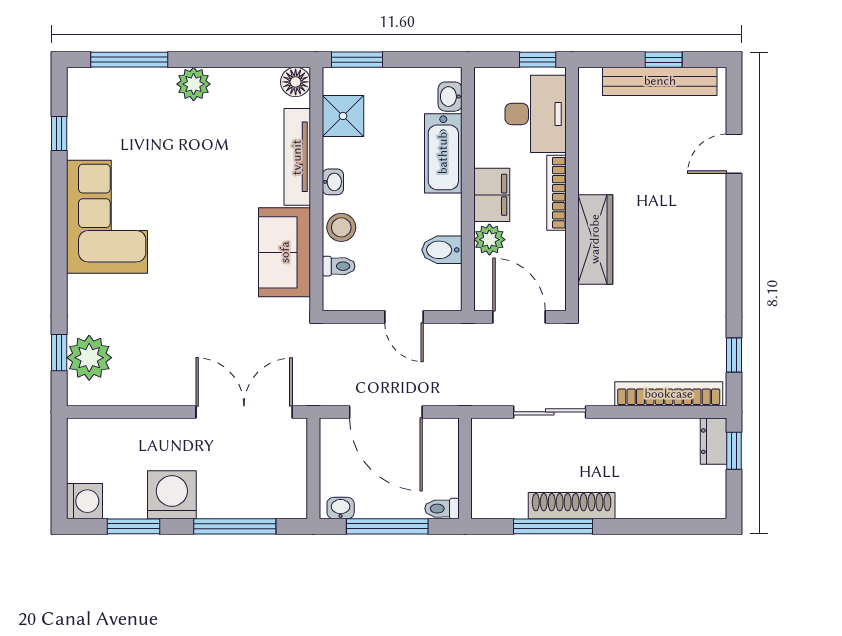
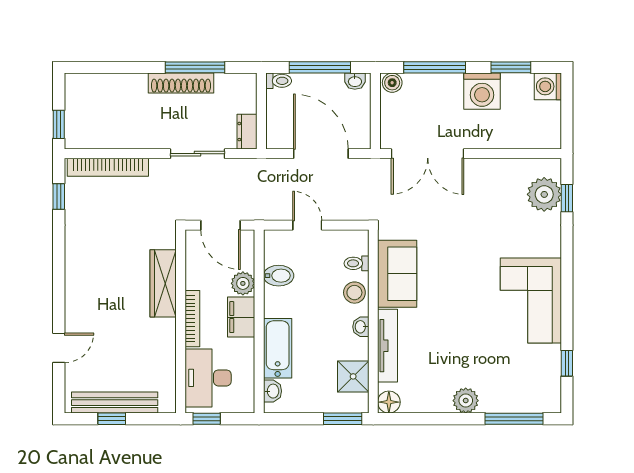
dresser: (714, 441) -> (247, 132), moved, turned 180
boiler: (291, 506) -> (392, 83), added

